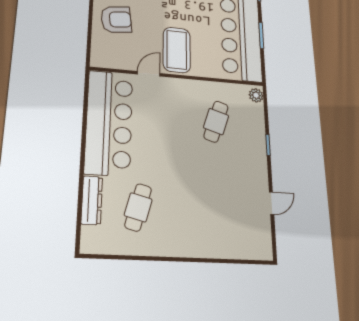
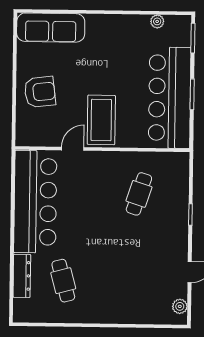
plant: (256, 95) -> (180, 306), moved
cafe table: (138, 207) -> (63, 281), turned -30

